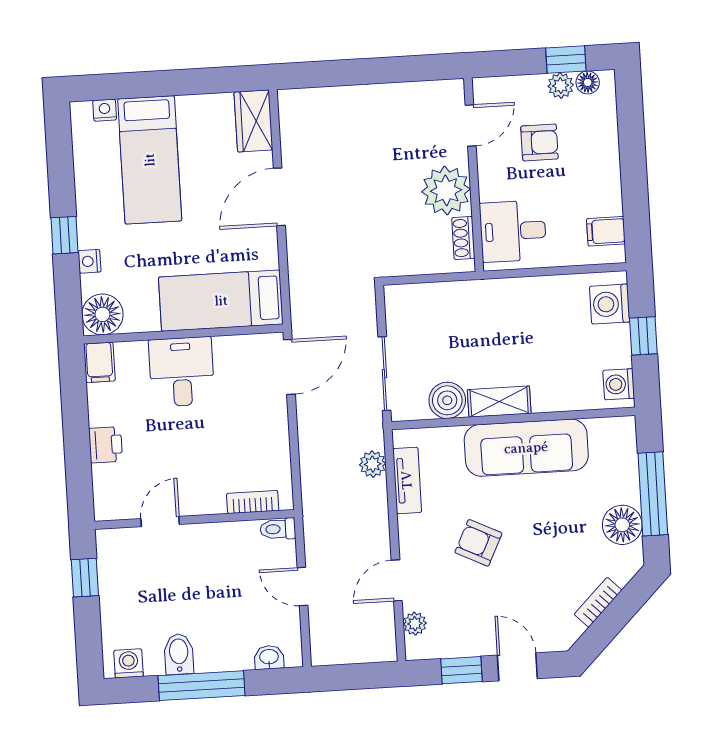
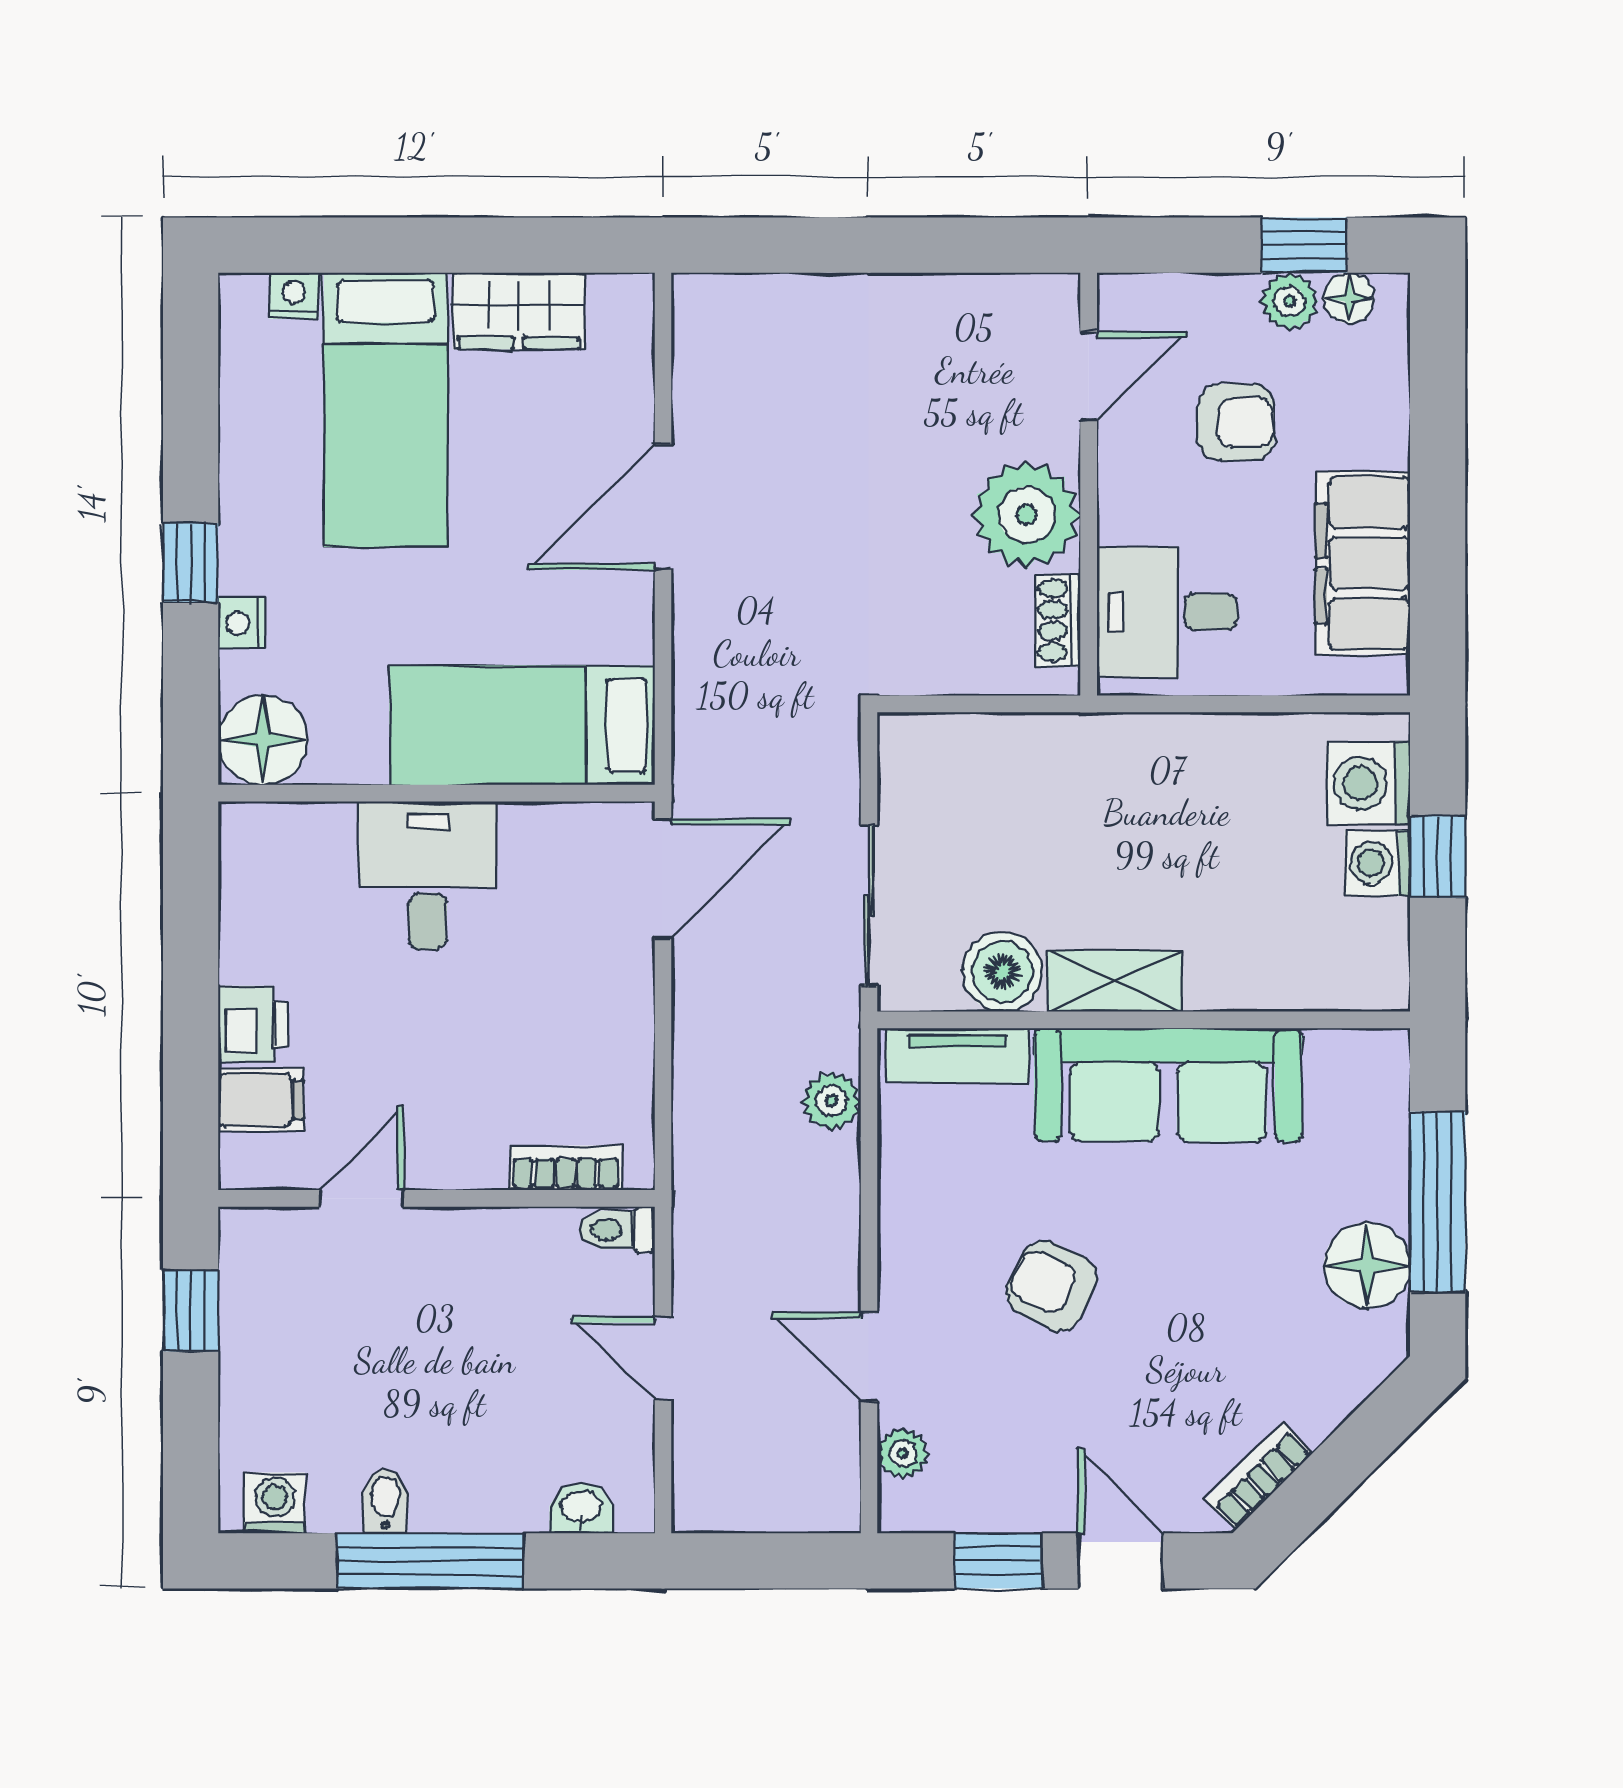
wardrobe: (253, 121) -> (519, 311), moved, turned -90
filing cabinet: (606, 231) -> (1363, 563), width x3.00, depth x1.17
filing cabinet: (99, 362) -> (261, 1100), moved, turned -90
washing machine: (619, 384) -> (1377, 863), moved
tv unit: (407, 480) -> (957, 1055), moved, turned 90
door: (397, 580) -> (869, 1357), hinge flipped
bookcase: (598, 602) -> (1259, 1476), moved
bidet: (179, 654) -> (385, 1501), width x0.72, depth x0.74

